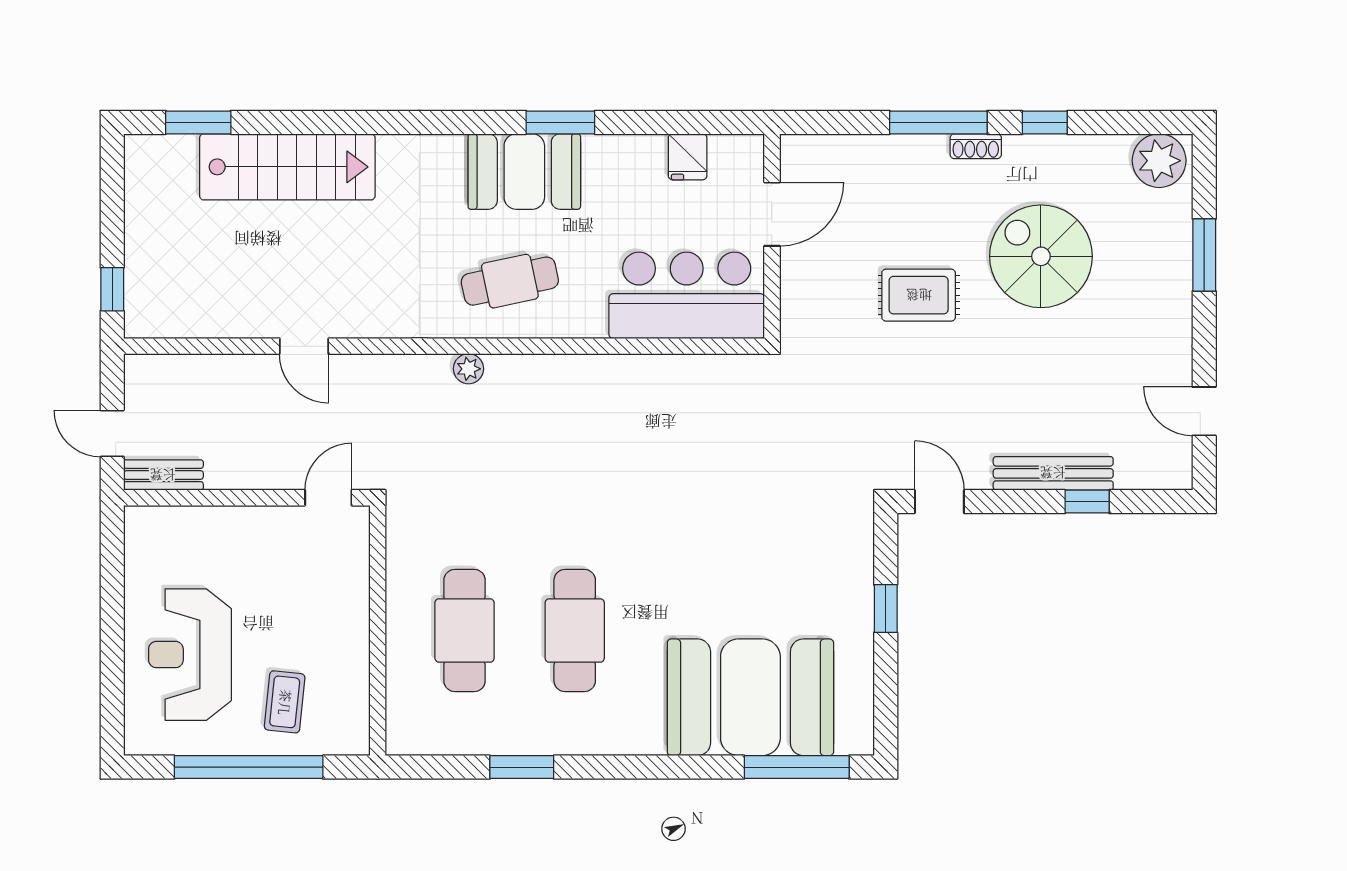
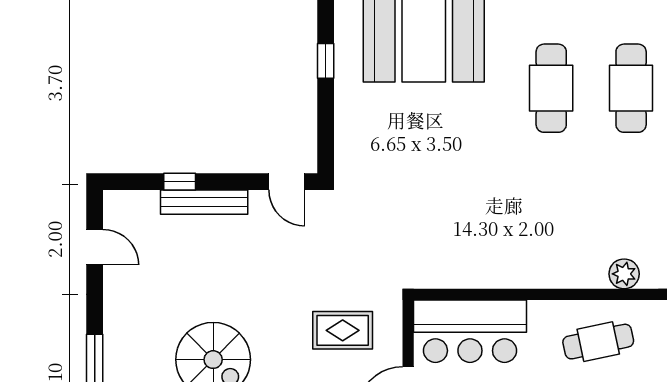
rug: (919, 295) -> (343, 330), moved
plant: (468, 369) -> (624, 274), width x1.38, depth x1.38
window: (886, 609) -> (326, 61), moved

